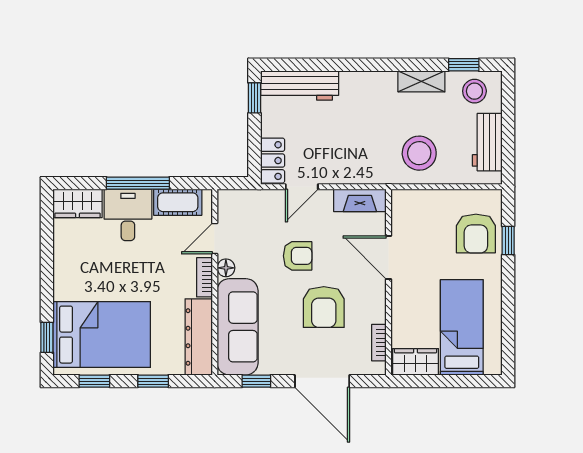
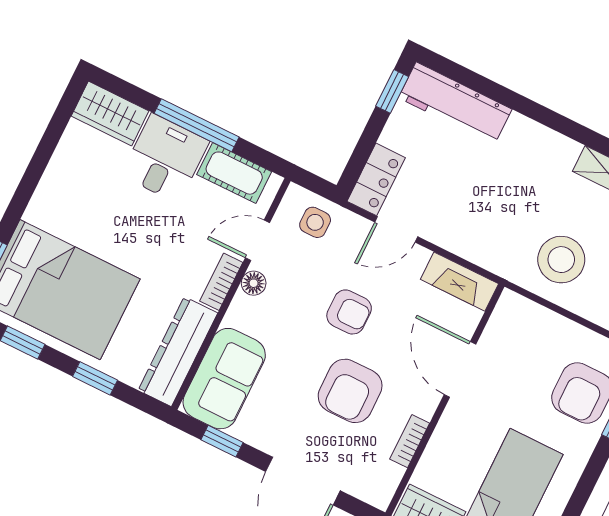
side table: (246, 208) -> (315, 222), added
sofa: (238, 327) -> (224, 379), width x0.73
bookcase: (379, 343) -> (410, 441), moved

